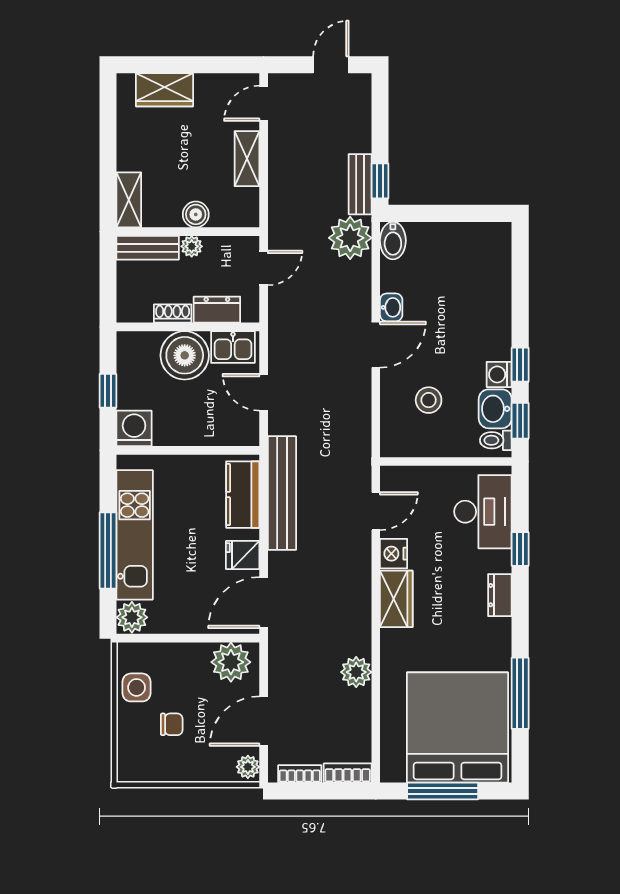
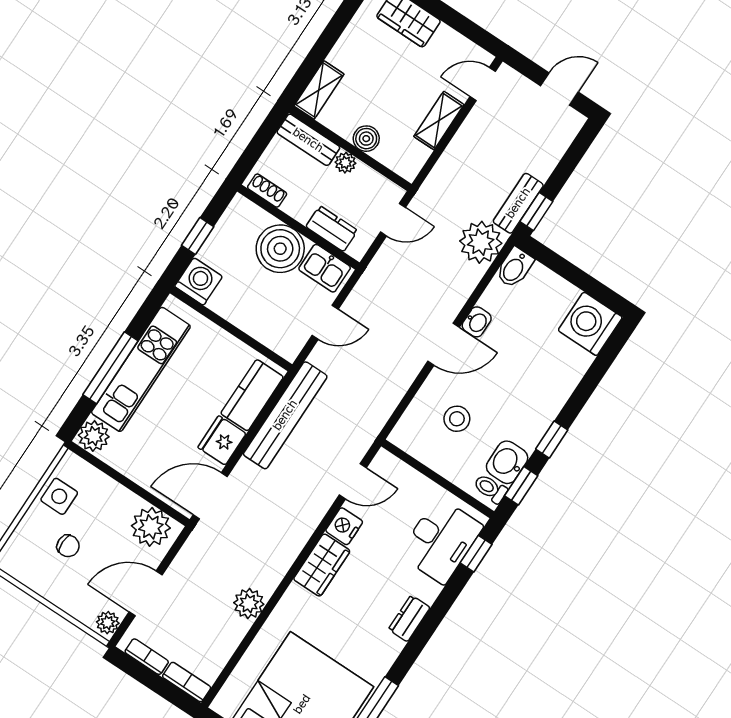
shoe rack: (173, 314) -> (267, 191), moved
washing machine: (499, 374) -> (590, 324), moved, width x1.89, depth x1.89
door: (264, 392) -> (325, 322), swing flipped
window: (520, 549) -> (476, 554), moved
fridge: (243, 555) -> (222, 440), width x1.38

